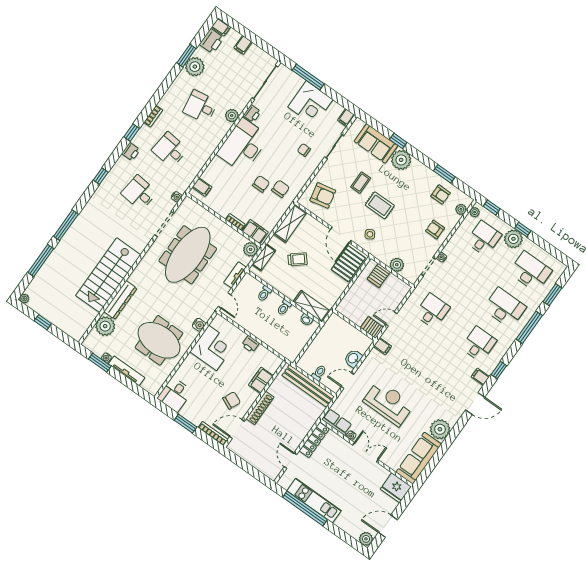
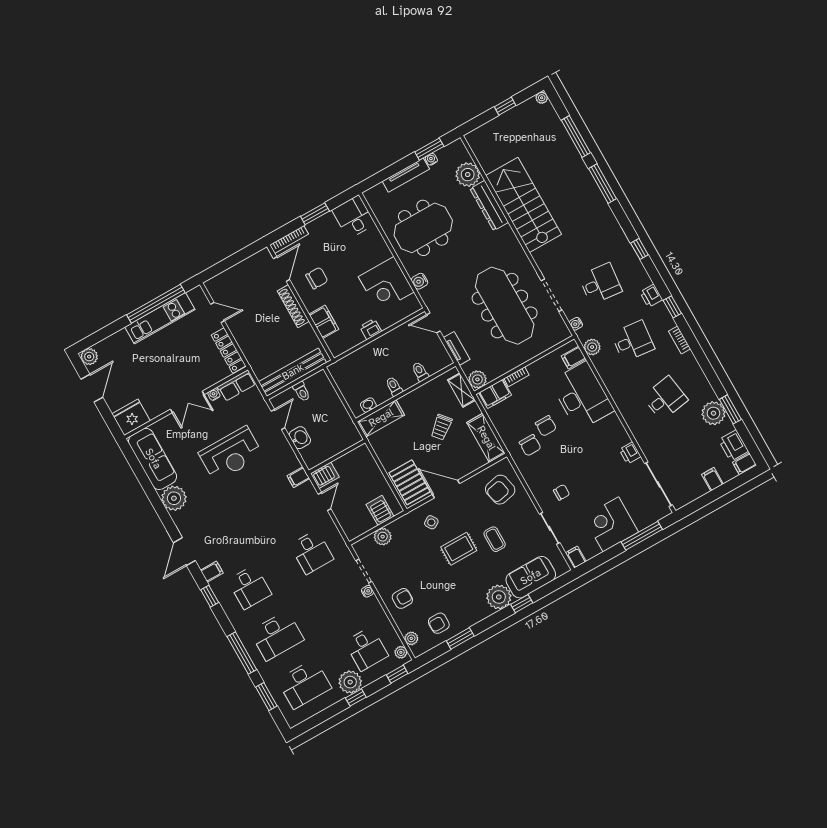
plant: (232, 116) -> (592, 347), moved
desk: (243, 145) -> (582, 396), moved
chair: (232, 400) -> (317, 278), turned -114

